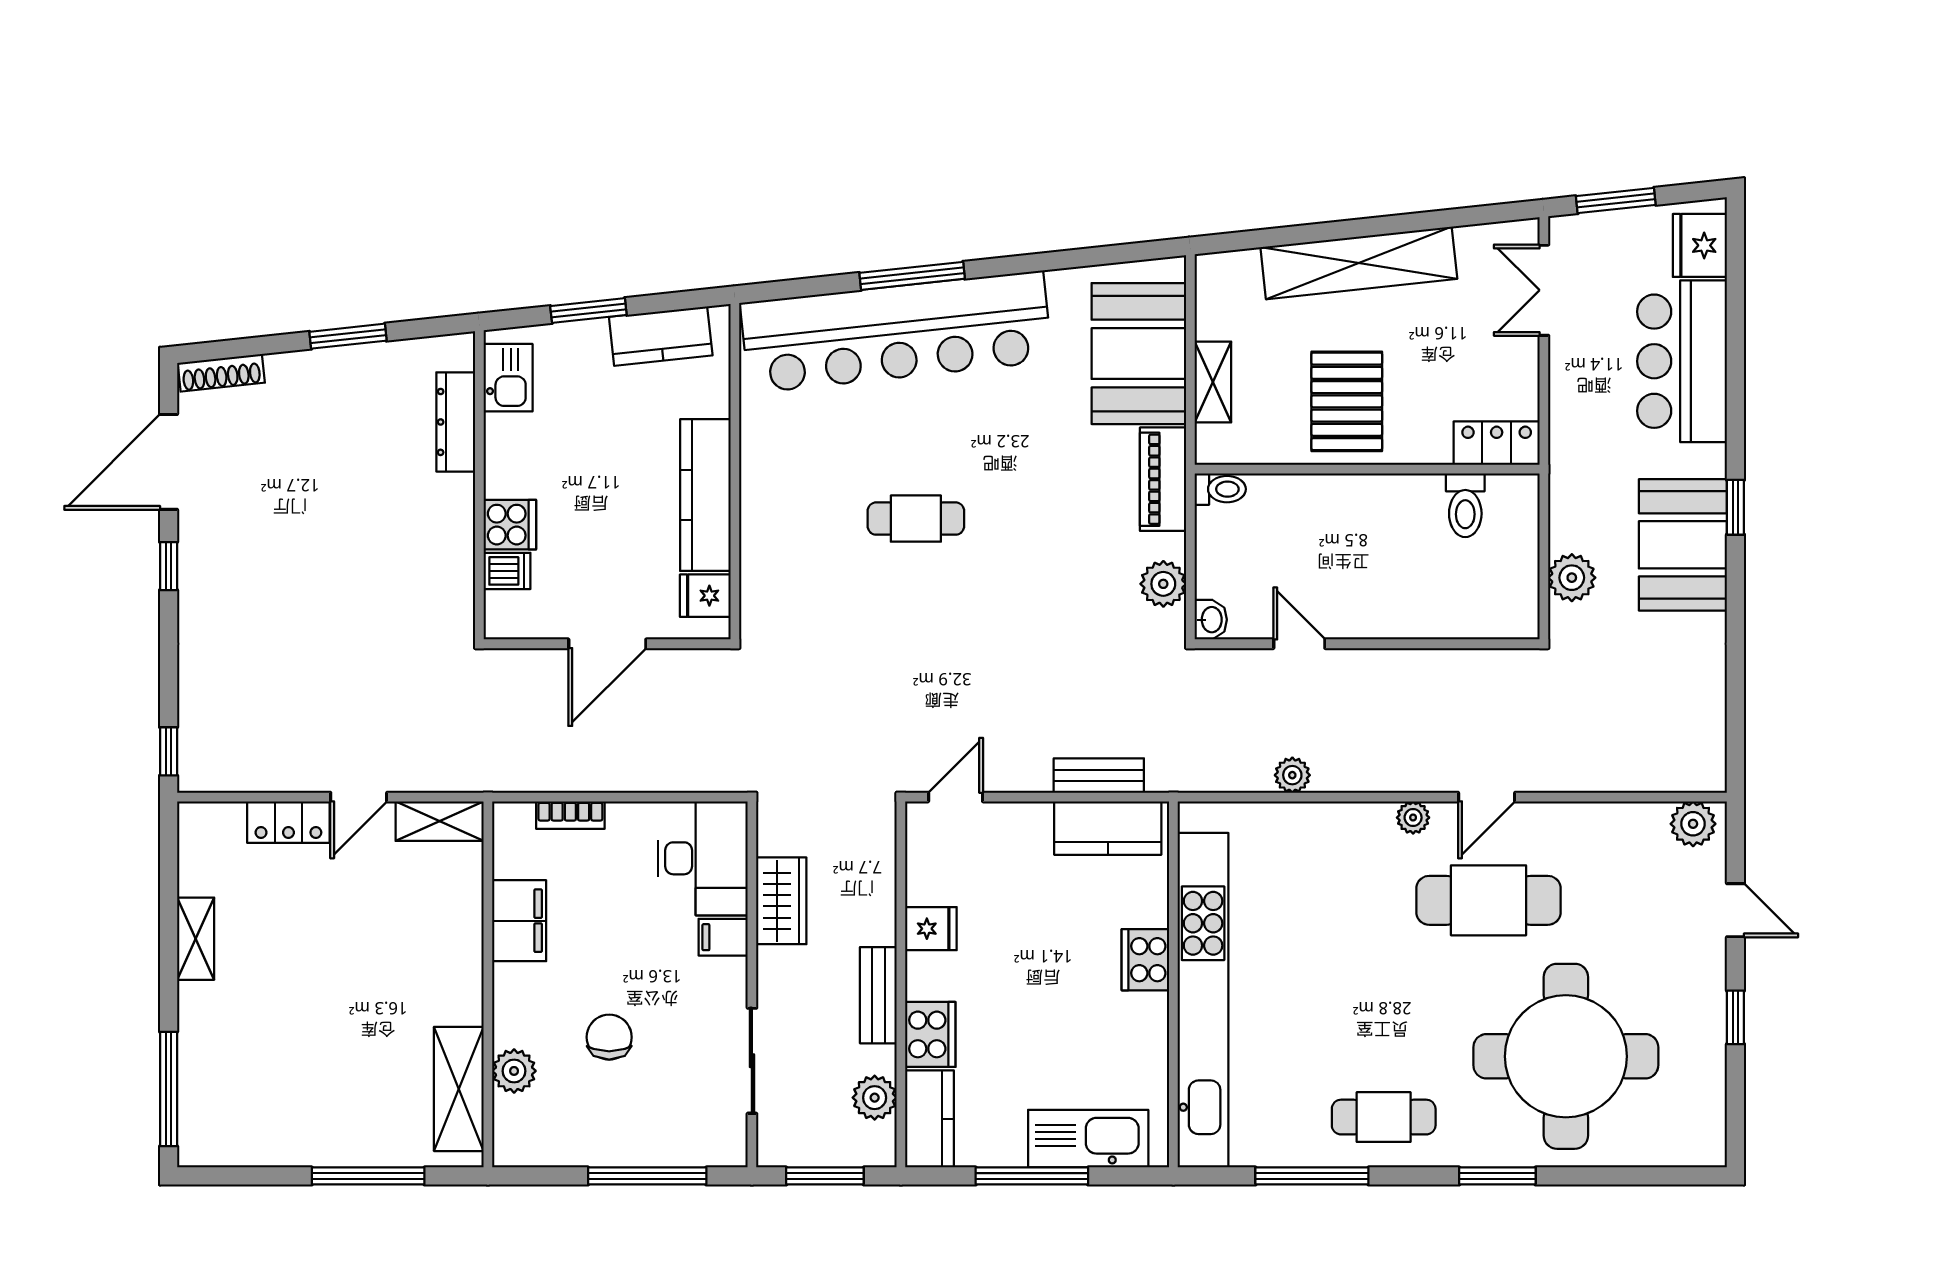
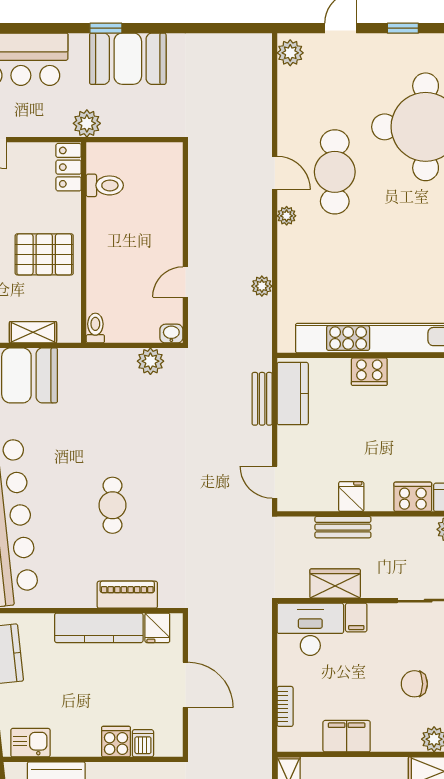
piano: (1163, 479) -> (127, 595), moved, turned 180
plant: (1572, 578) -> (87, 123), moved
bench: (878, 995) -> (343, 527), moved

